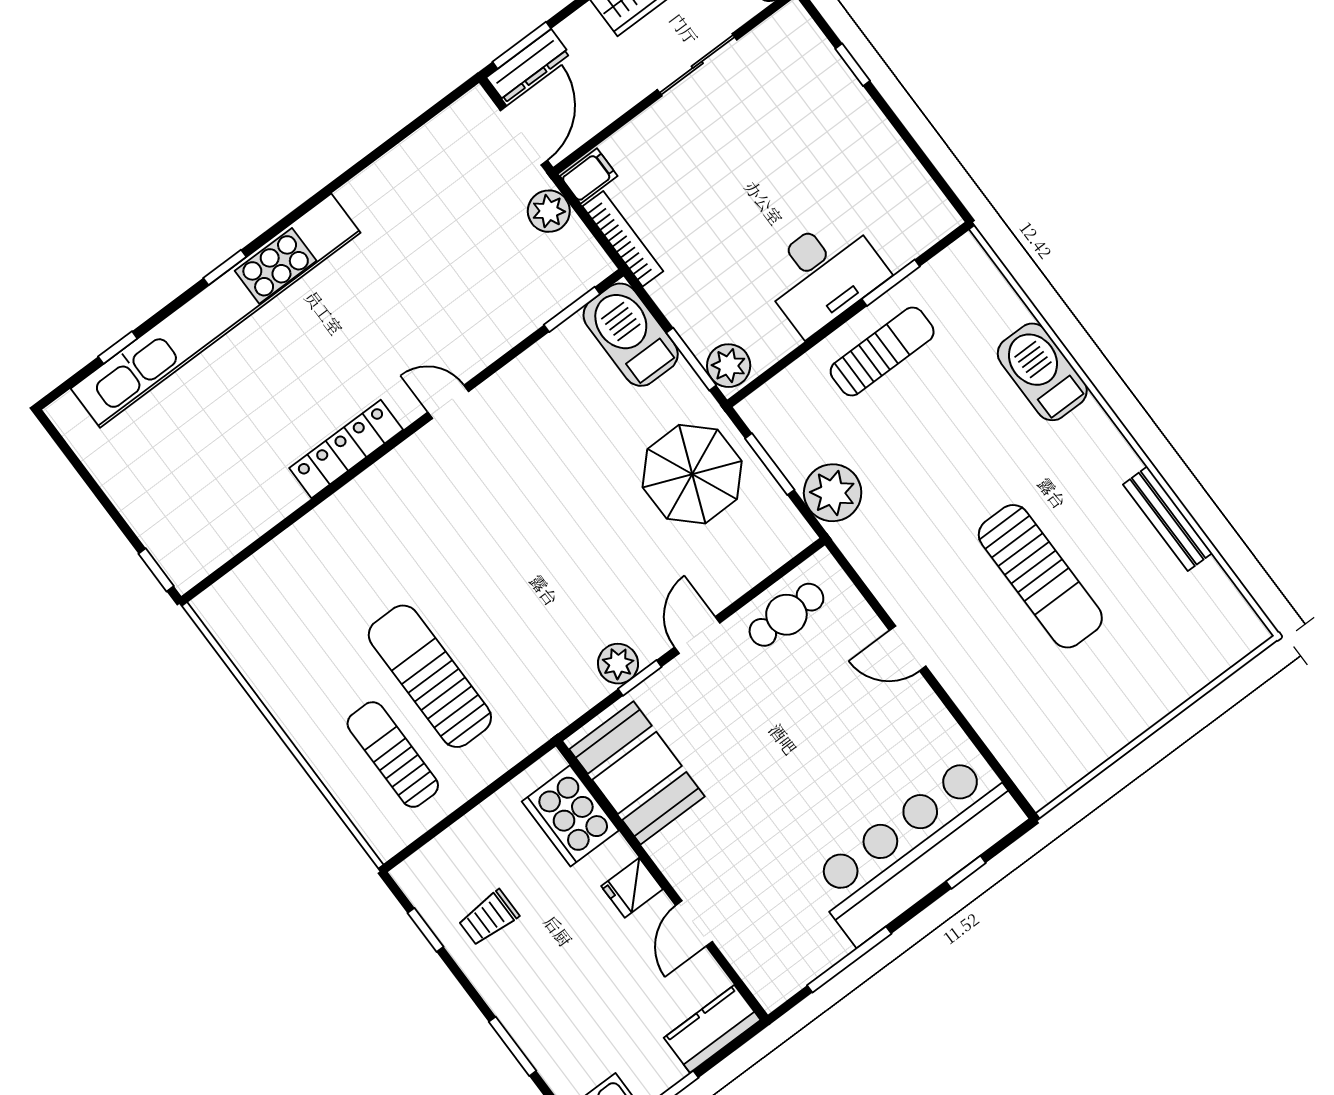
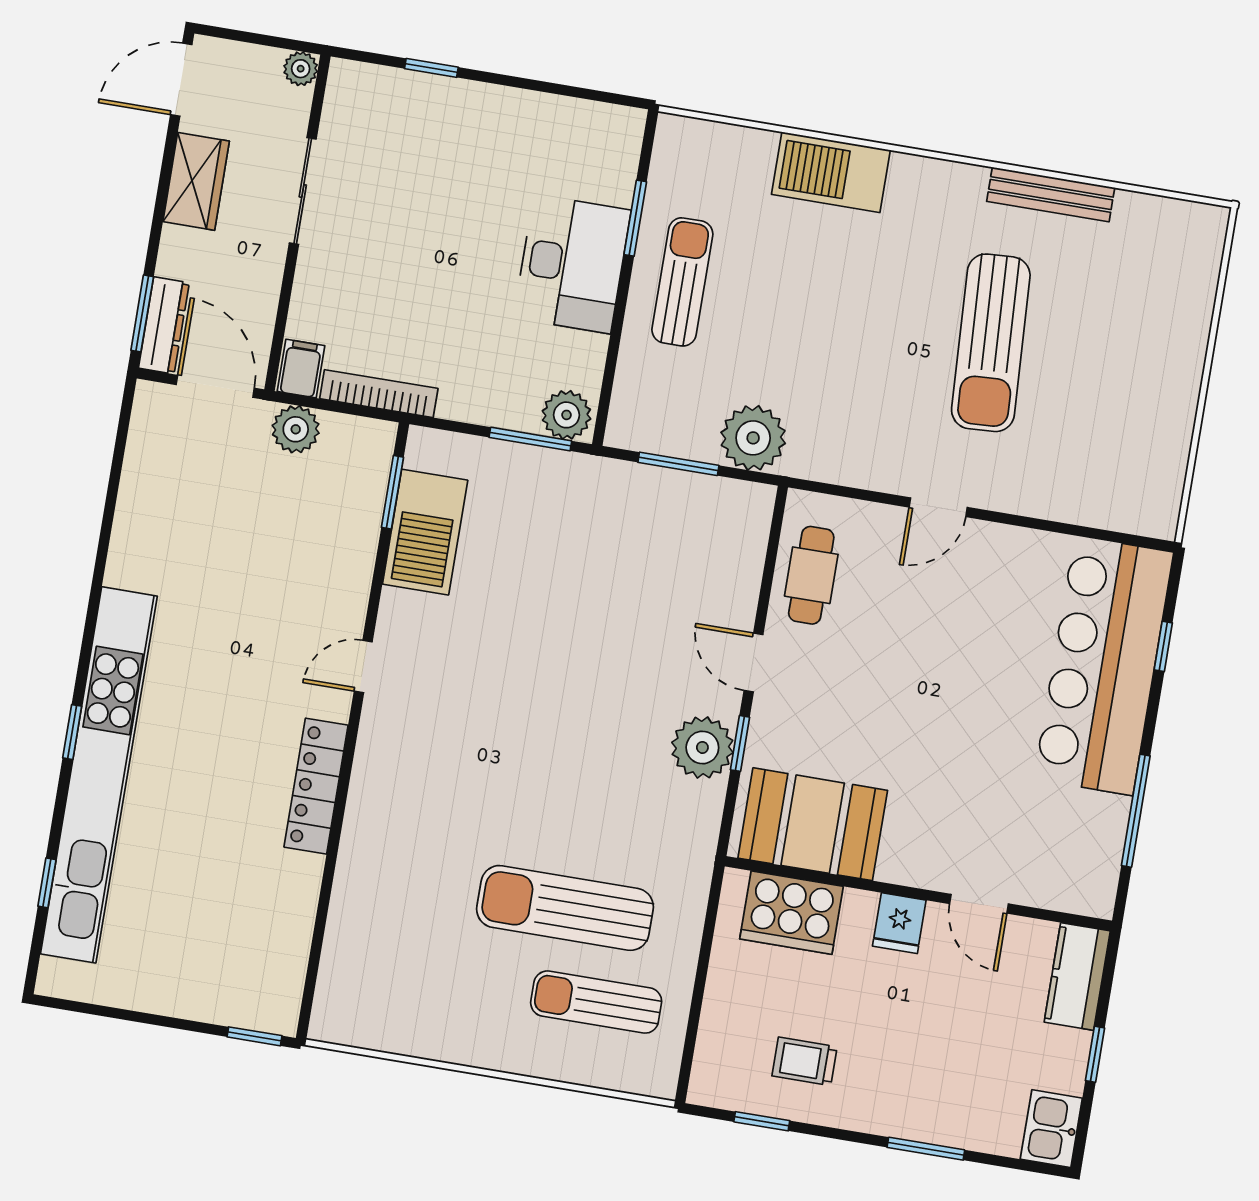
barbecue: (631, 335) -> (425, 532), moved, turned -90
parasol: (692, 474) -> (622, 533), removed
sun lounger: (1040, 576) -> (991, 343), turned 87
plant: (618, 664) -> (702, 747), width x1.36, depth x1.36
trolley: (489, 918) -> (805, 1061), turned 90

